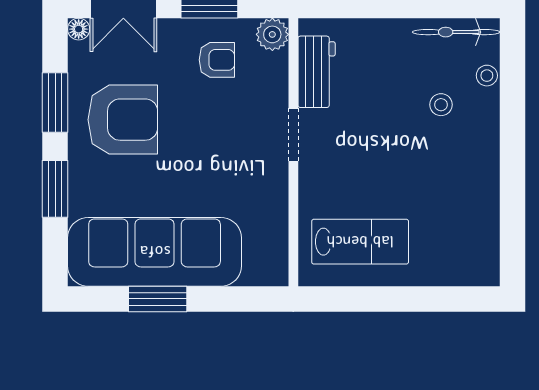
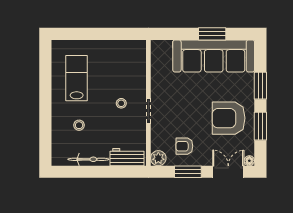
bicycle: (456, 32) -> (88, 159), moved
workbench: (317, 72) -> (127, 157), moved, turned 90
stool: (487, 76) -> (121, 103), moved
lab bench: (360, 242) -> (77, 78), moved, turned 90

